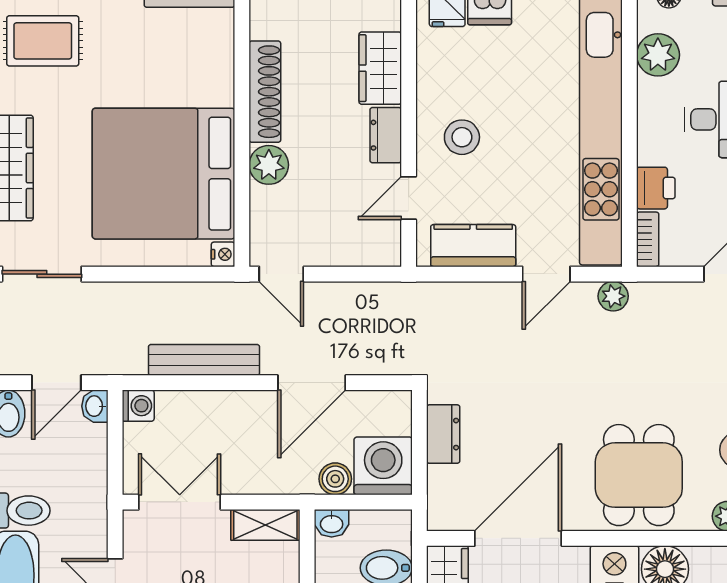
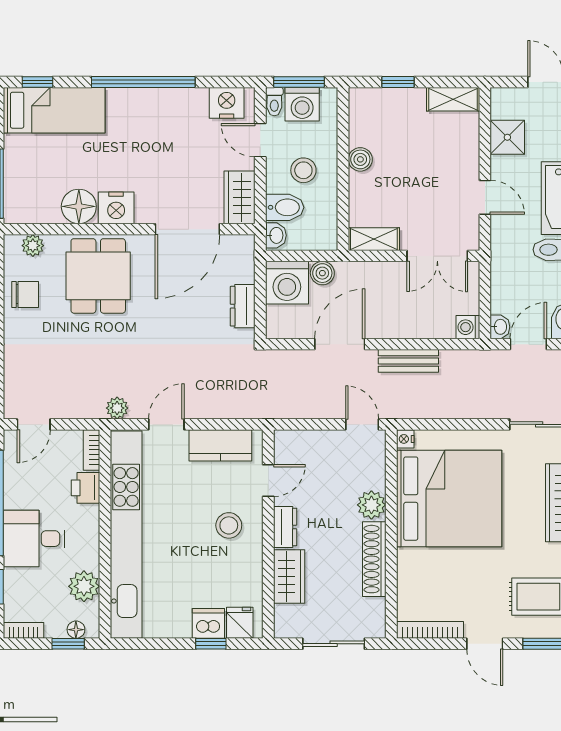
bench: (204, 360) -> (408, 361), width x0.73
washbasin: (332, 523) -> (276, 235), moved, turned 90

